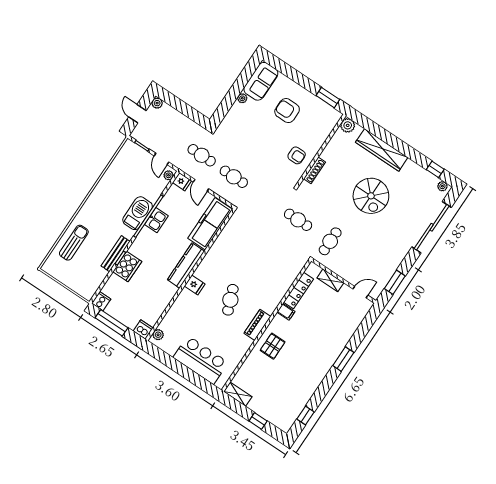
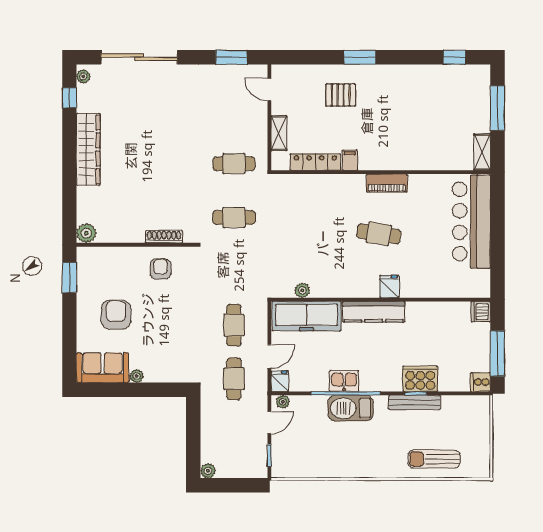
armchair: (287, 111) -> (116, 315), turned 180
door: (137, 114) -> (236, 485), removed
wardrobe: (382, 150) -> (88, 149), moved
spiral stairs: (371, 196) -> (150, 152), removed
cafe table: (298, 220) -> (234, 217), turned 90
cafe table: (230, 300) -> (379, 234), turned 30
plant: (158, 335) -> (302, 290), moved
pallet: (273, 346) -> (341, 95), moved
bar counter: (201, 360) -> (471, 222), width x1.36
window: (258, 421) -> (497, 108), width x2.17

